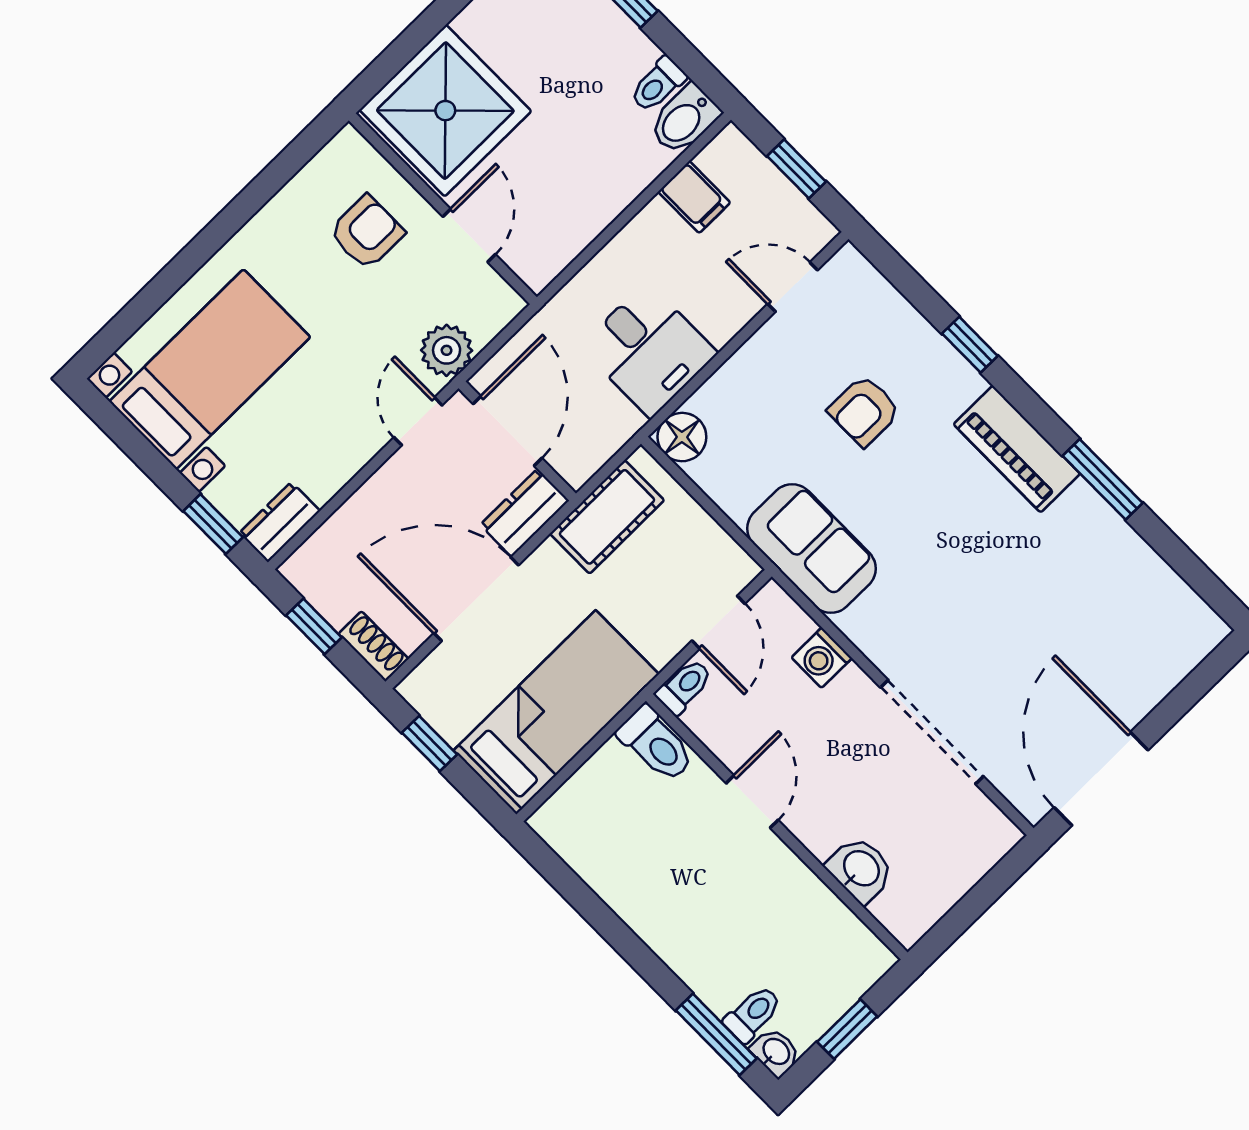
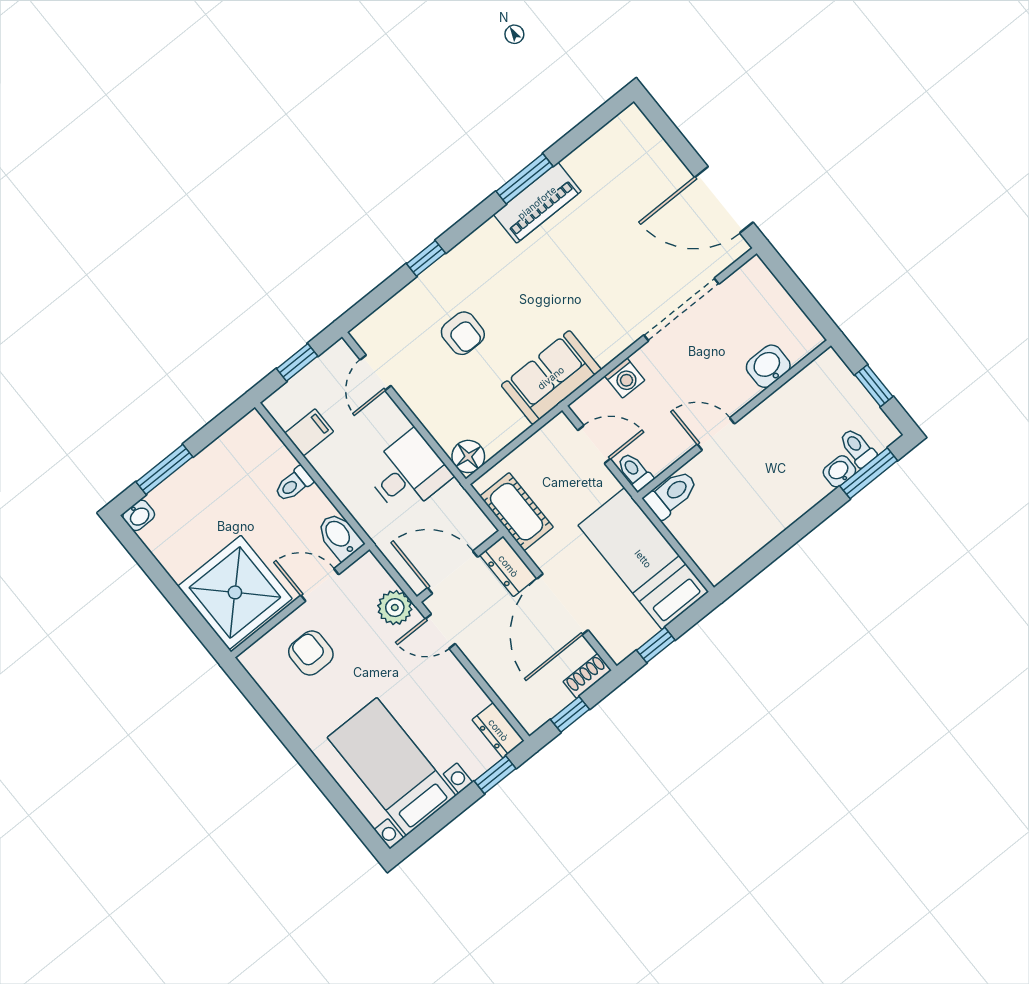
toilet: (658, 84) -> (294, 484), moved, turned 90
bidet: (684, 120) -> (340, 536), moved, turned 180
piano: (1017, 449) -> (537, 203), moved
washbasin: (776, 1052) -> (839, 471), moved

